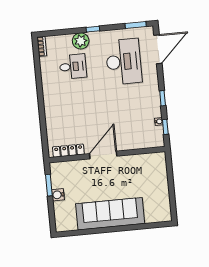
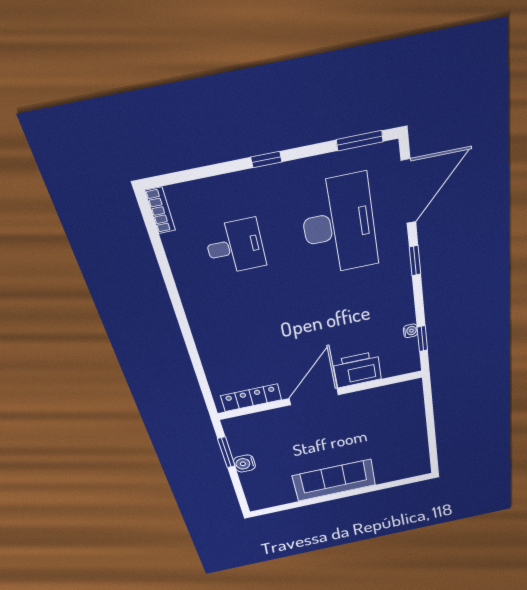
plant: (81, 41) -> (243, 189), removed
window: (163, 98) -> (415, 261), moved
printer: (129, 141) -> (357, 370), added
sofa: (110, 214) -> (334, 480), width x0.74, depth x0.79

